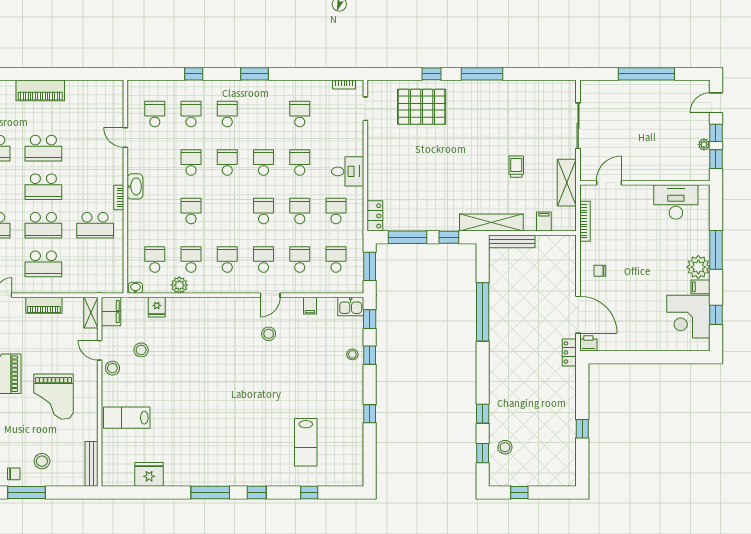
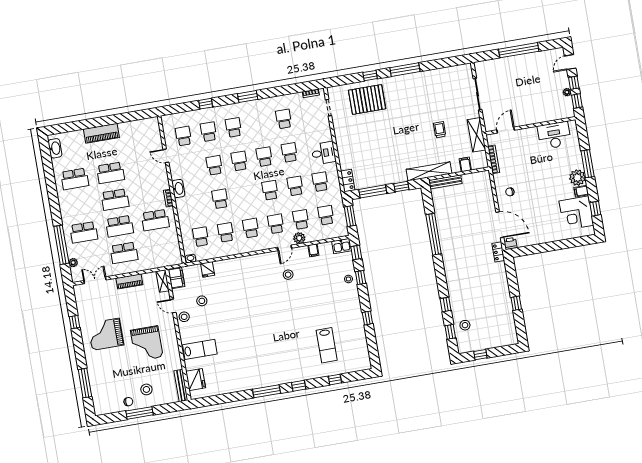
plant: (179, 285) -> (299, 238), moved
lab bench: (127, 418) -> (200, 349), turned 180
fridge: (149, 474) -> (196, 380), moved, turned 90

